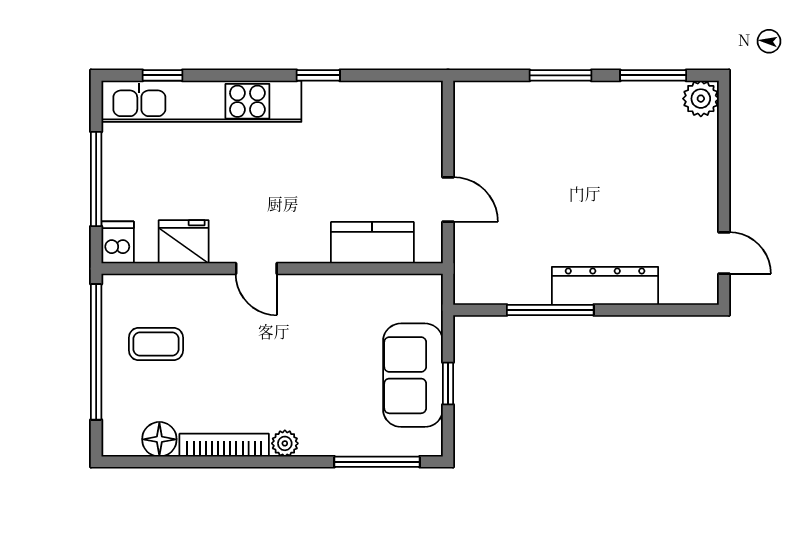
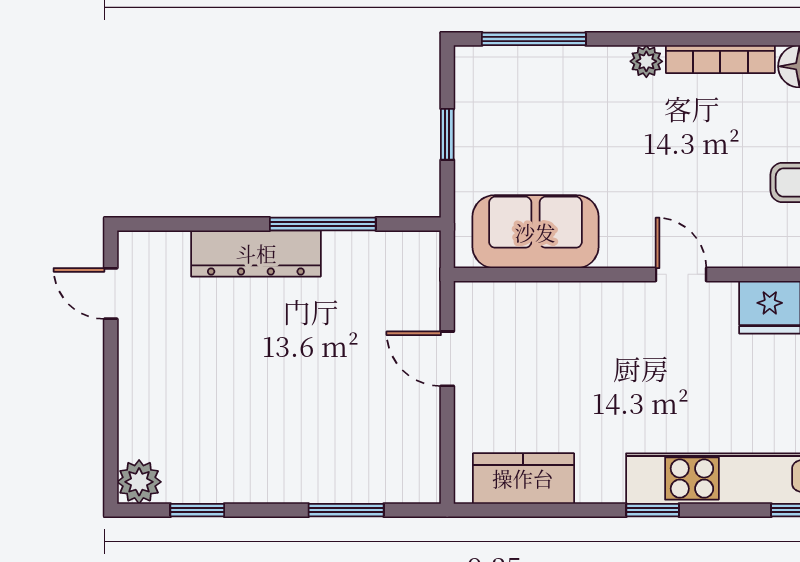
window: (318, 75) -> (653, 510), moved
window: (561, 75) -> (346, 510), moved
window: (653, 75) -> (197, 510), width x0.67
kitchen counter: (372, 243) -> (523, 478), moved, turned 180
sofa: (413, 375) -> (535, 232), moved, turned -90

